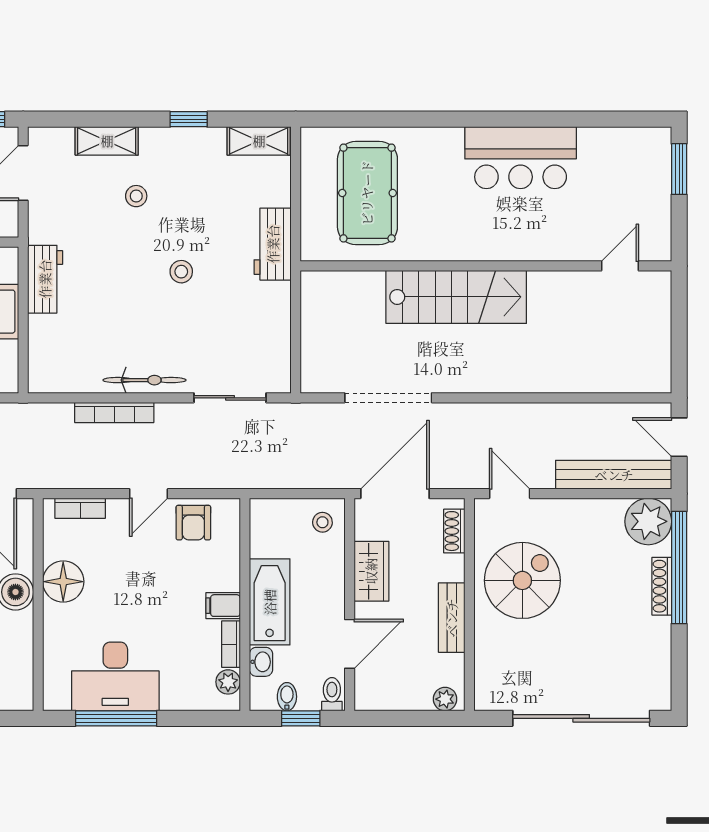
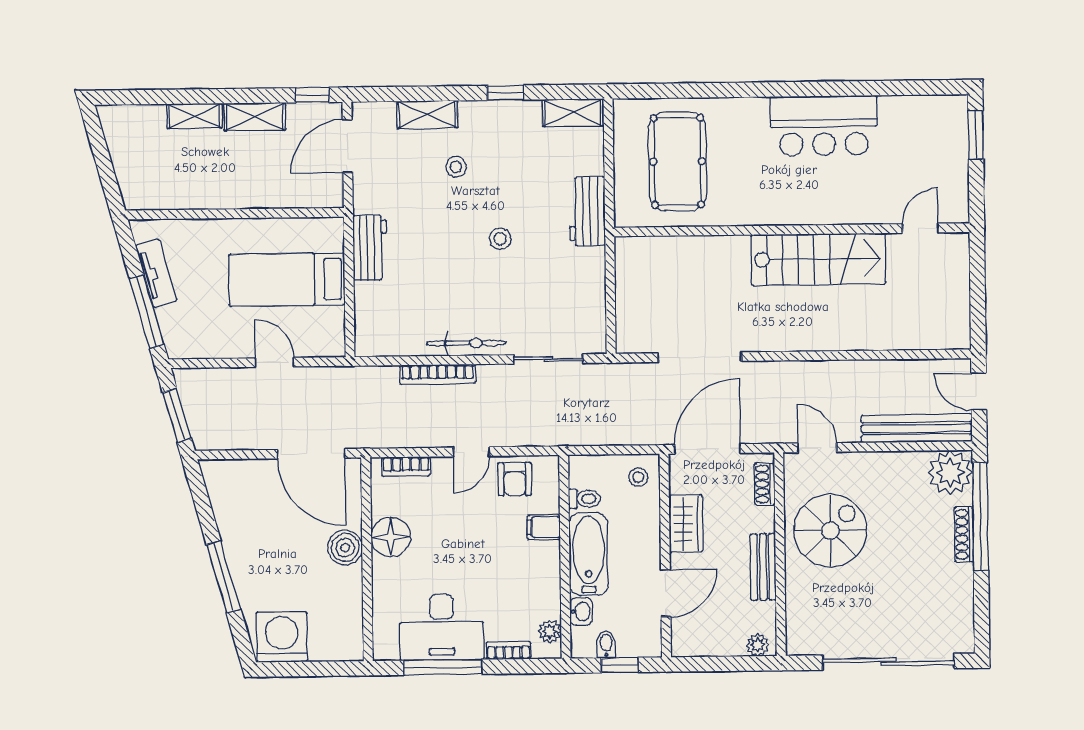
stairs: (456, 297) -> (818, 259), moved
filing cabinet: (223, 606) -> (544, 527), moved
bookcase: (231, 644) -> (508, 650), moved, turned 90
toilet: (332, 694) -> (584, 499), moved, turned 90

